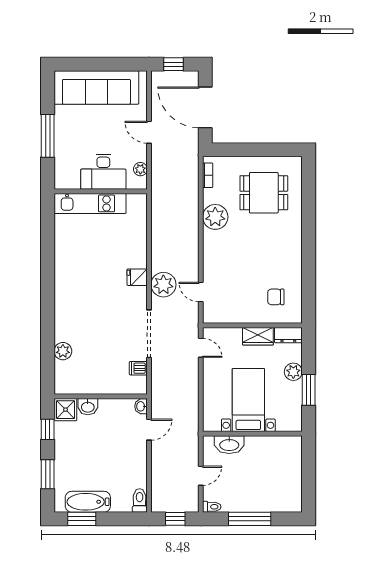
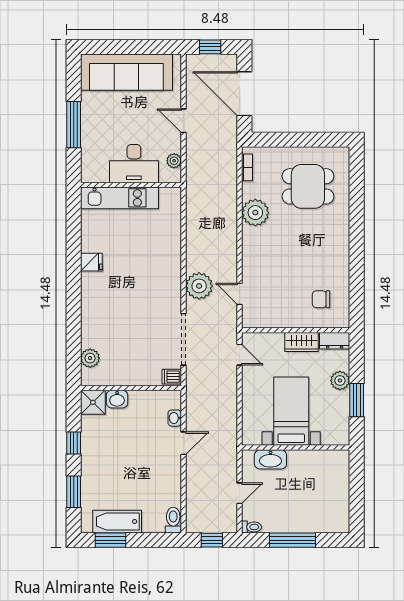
fridge: (137, 277) -> (91, 262), moved, turned 180
wall: (101, 396) -> (131, 388), moved
washbasin: (88, 407) -> (117, 399), moved
shower: (66, 410) -> (93, 402), moved

